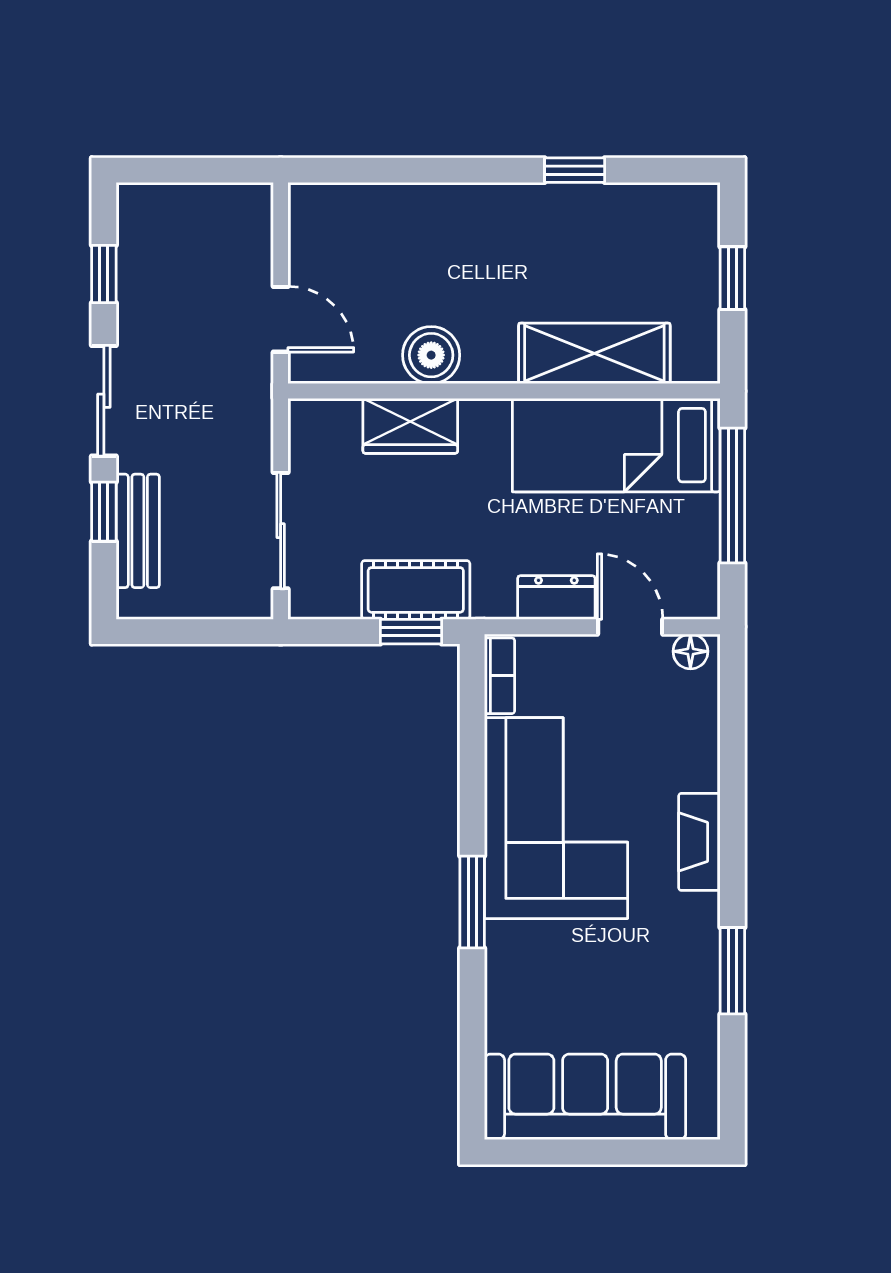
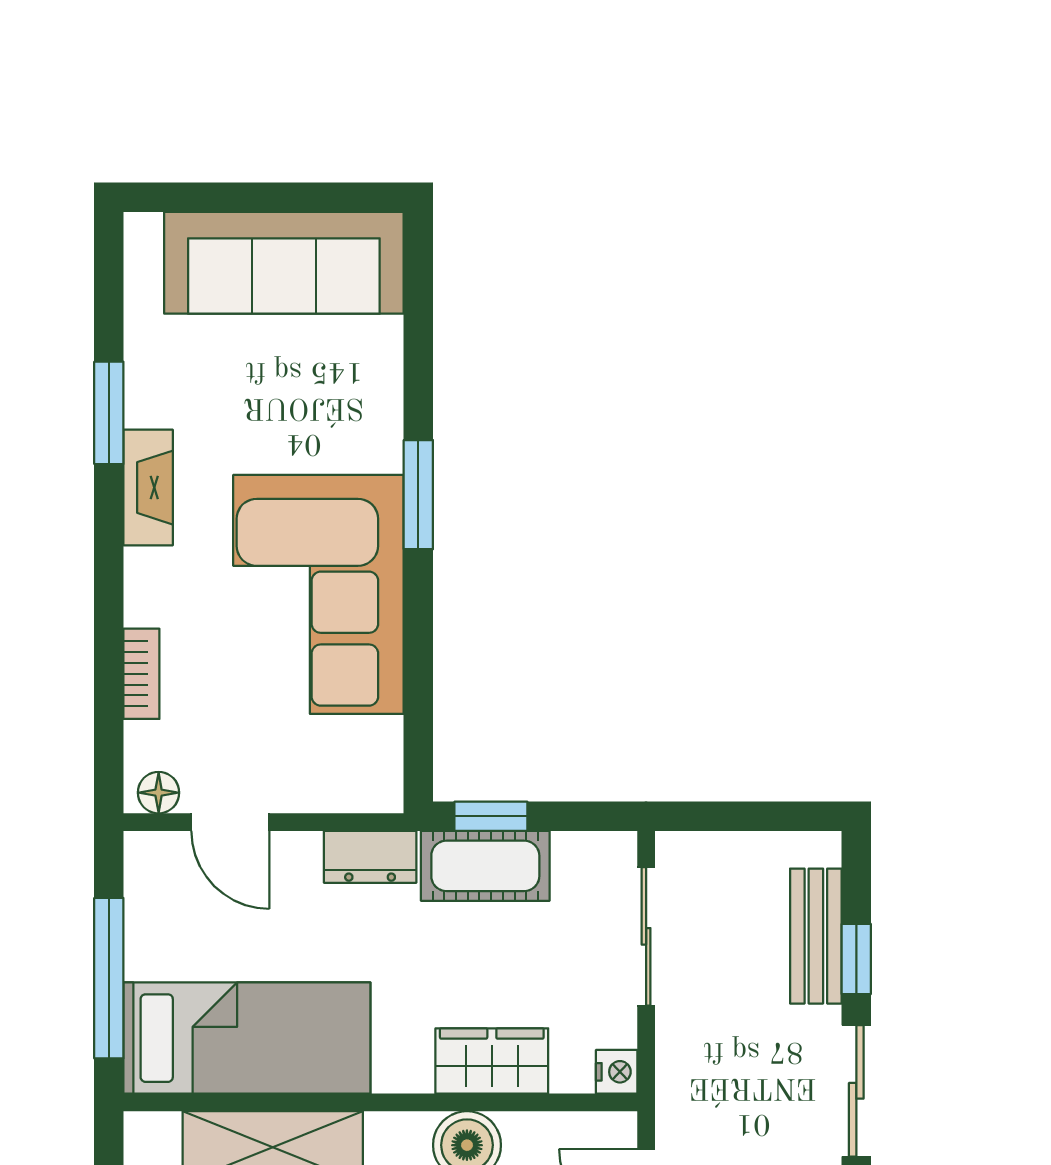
nightstand: (305, 417) -> (617, 1072), added
dresser: (556, 597) -> (370, 857), moved
bookcase: (500, 676) -> (141, 674), moved, turned 180
fireplace: (699, 842) -> (148, 488), moved

